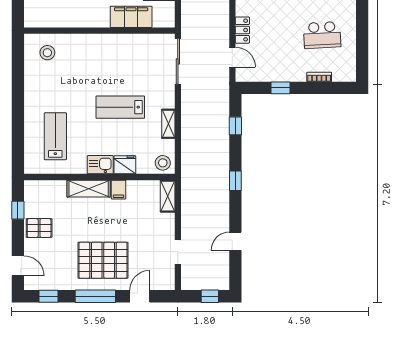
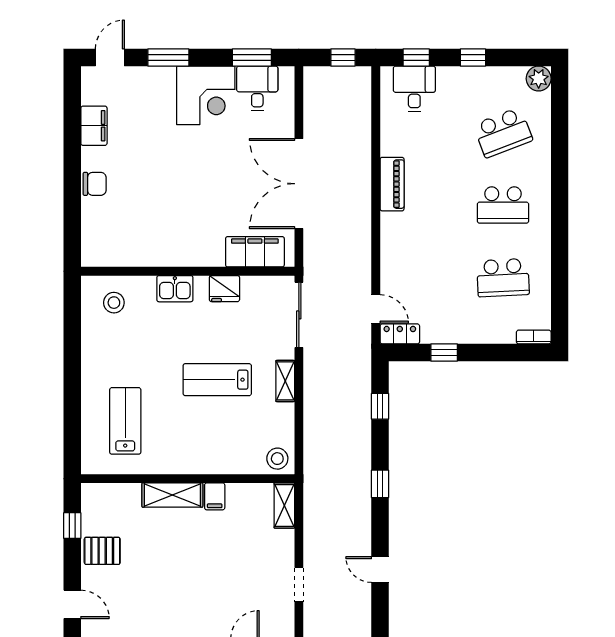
filing cabinet: (131, 17) -> (255, 252), moved
locker: (242, 30) -> (400, 334), moved, turned -90
bookcase: (319, 77) -> (534, 337), moved
shelving: (168, 124) -> (285, 381), moved
kitchen sink: (100, 165) -> (175, 289), moved, turned 180
fridge: (125, 165) -> (224, 289), moved, turned 180
door: (235, 241) -> (380, 570), hinge flipped
pallet: (103, 260) -> (193, 596), removed

